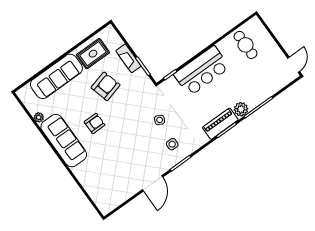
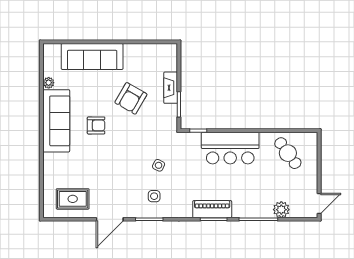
cafe table: (246, 45) -> (288, 153), turned -36
rug: (93, 54) -> (73, 199), moved
armchair: (106, 86) -> (131, 98), turned 135
plant: (241, 109) -> (281, 210), moved

